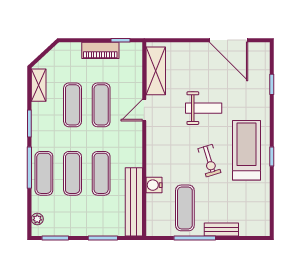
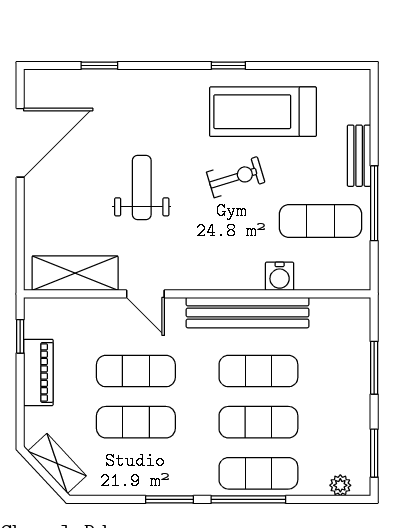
shelving: (39, 85) -> (57, 463), moved, turned 47
treadmill: (247, 150) -> (263, 112), moved
bench: (134, 202) -> (248, 313), moved

